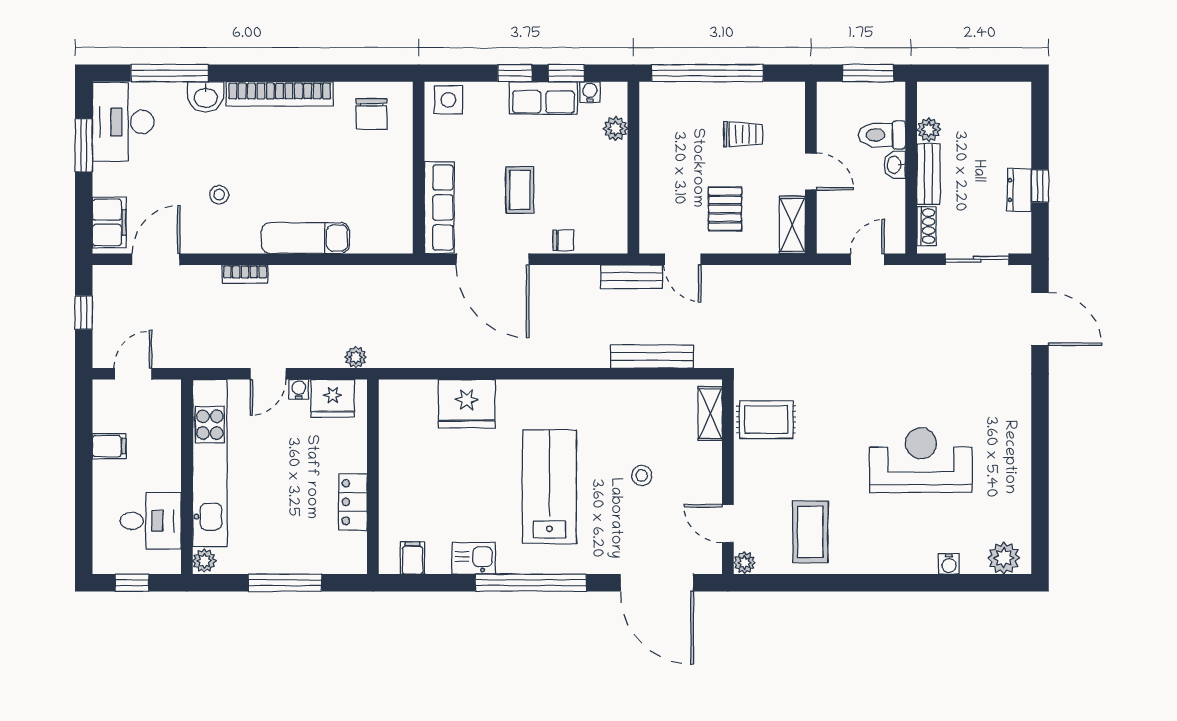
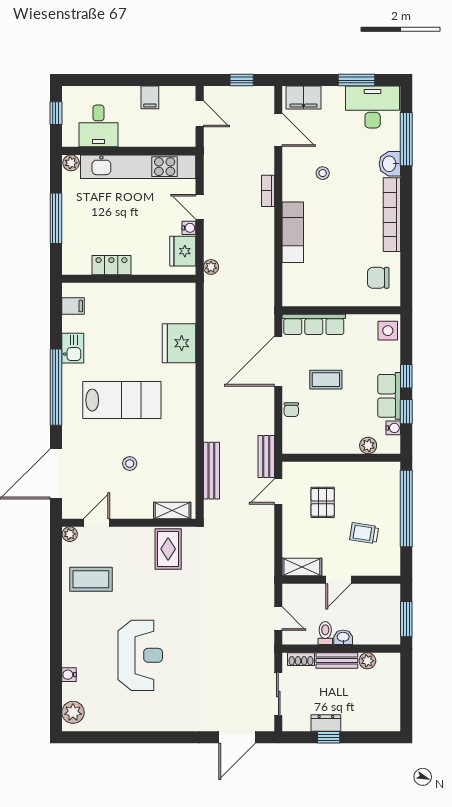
trolley: (743, 134) -> (364, 533), turned 99
toilet: (882, 135) -> (325, 633), moved, width x0.73, depth x0.72
pallet: (725, 209) -> (323, 502), moved, turned 90

